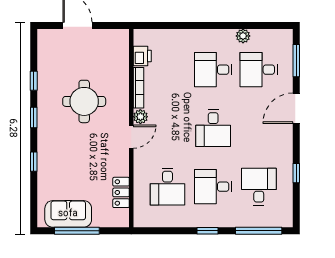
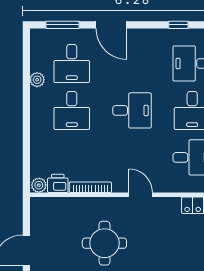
plant: (140, 117) -> (39, 185), moved

